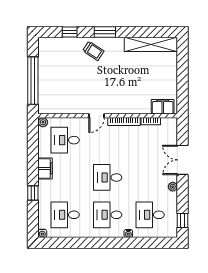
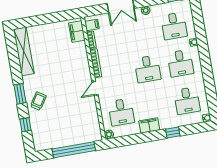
door: (97, 116) -> (95, 88), swing flipped
filing cabinet: (167, 125) -> (92, 25), added

